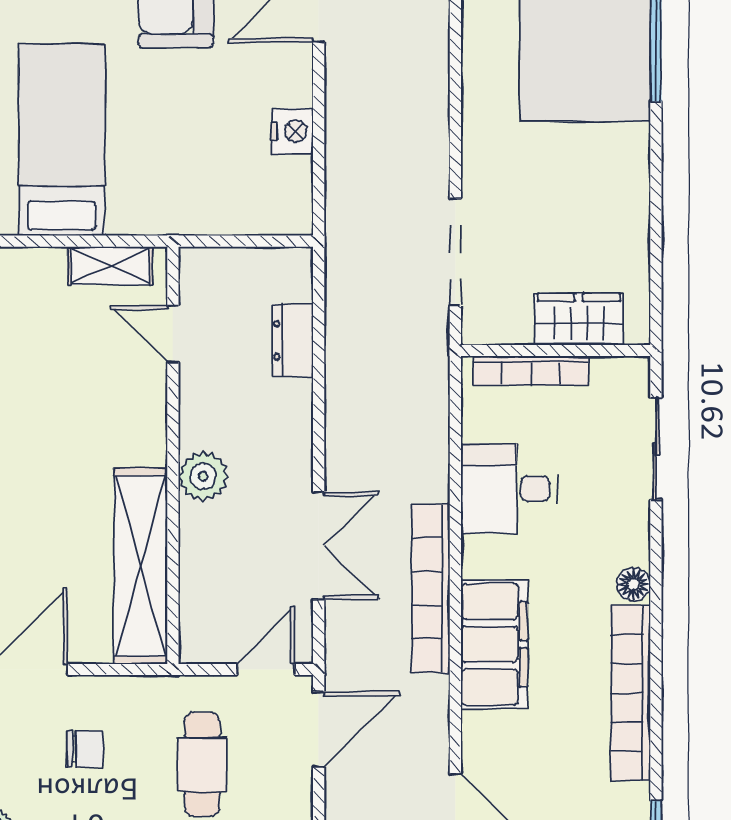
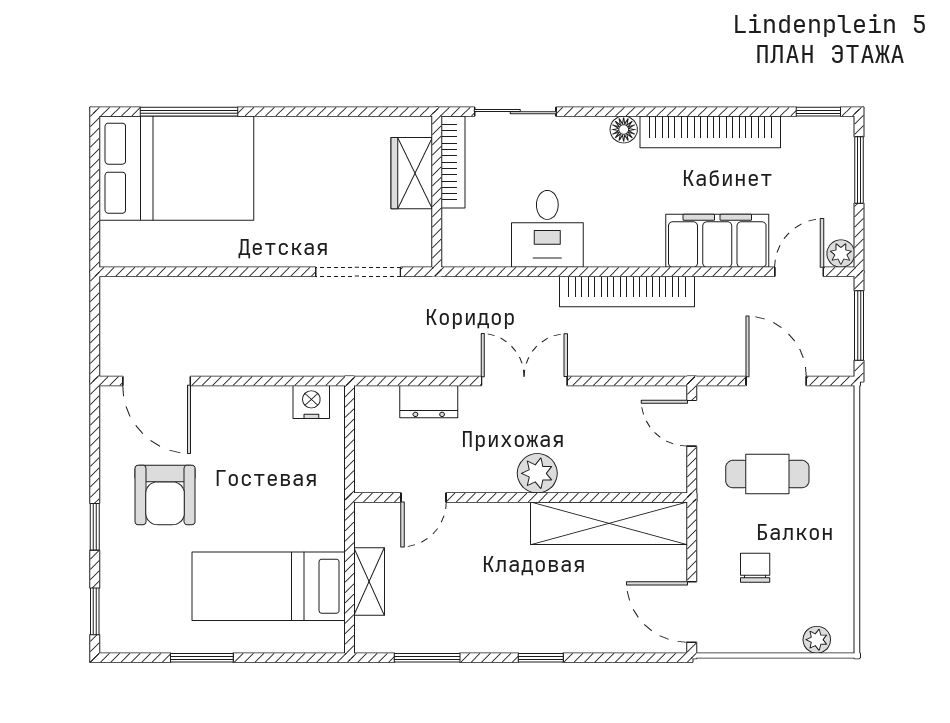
nightstand: (292, 131) -> (311, 402), moved
shelving: (110, 266) -> (369, 581), moved
bookcase: (531, 371) -> (453, 162), moved
double door: (319, 546) -> (524, 381), moved
filing cabinet: (494, 644) -> (717, 241), moved
door: (319, 729) -> (776, 381), moved

